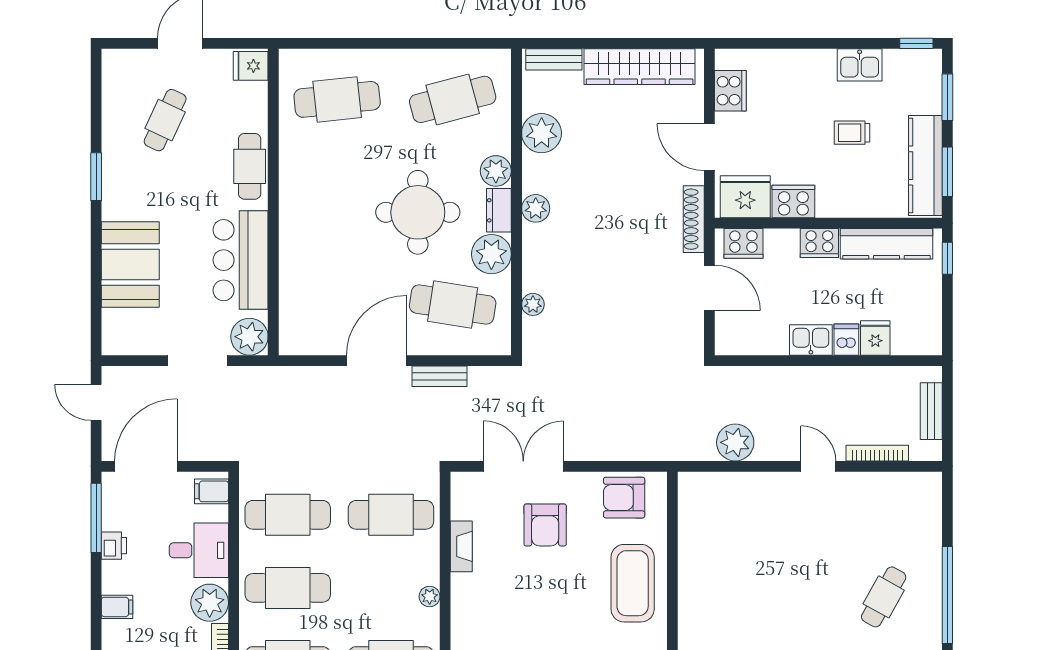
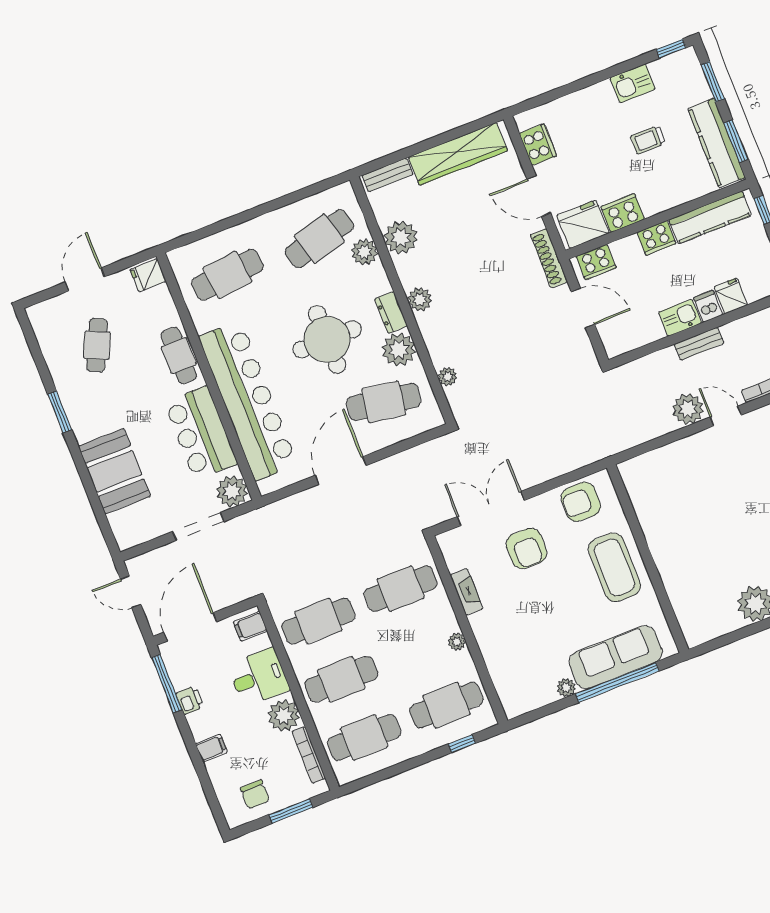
plant: (496, 171) -> (364, 252), moved
bar counter: (306, 245) -> (248, 401), added
bench: (440, 376) -> (699, 344), moved
plant: (735, 442) -> (688, 409), moved

